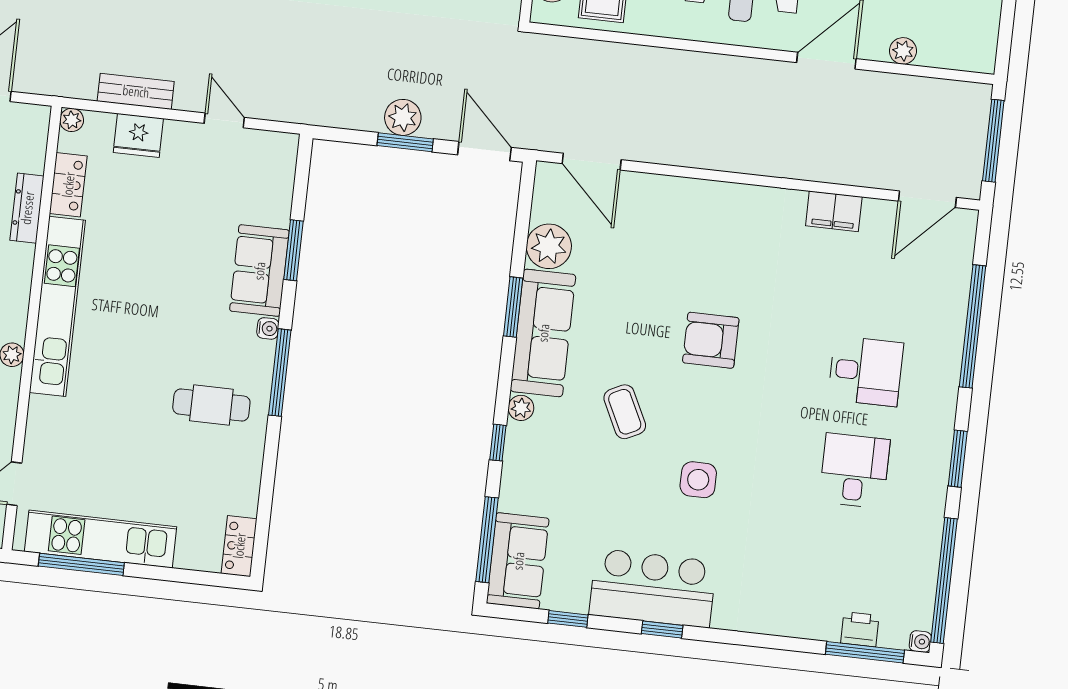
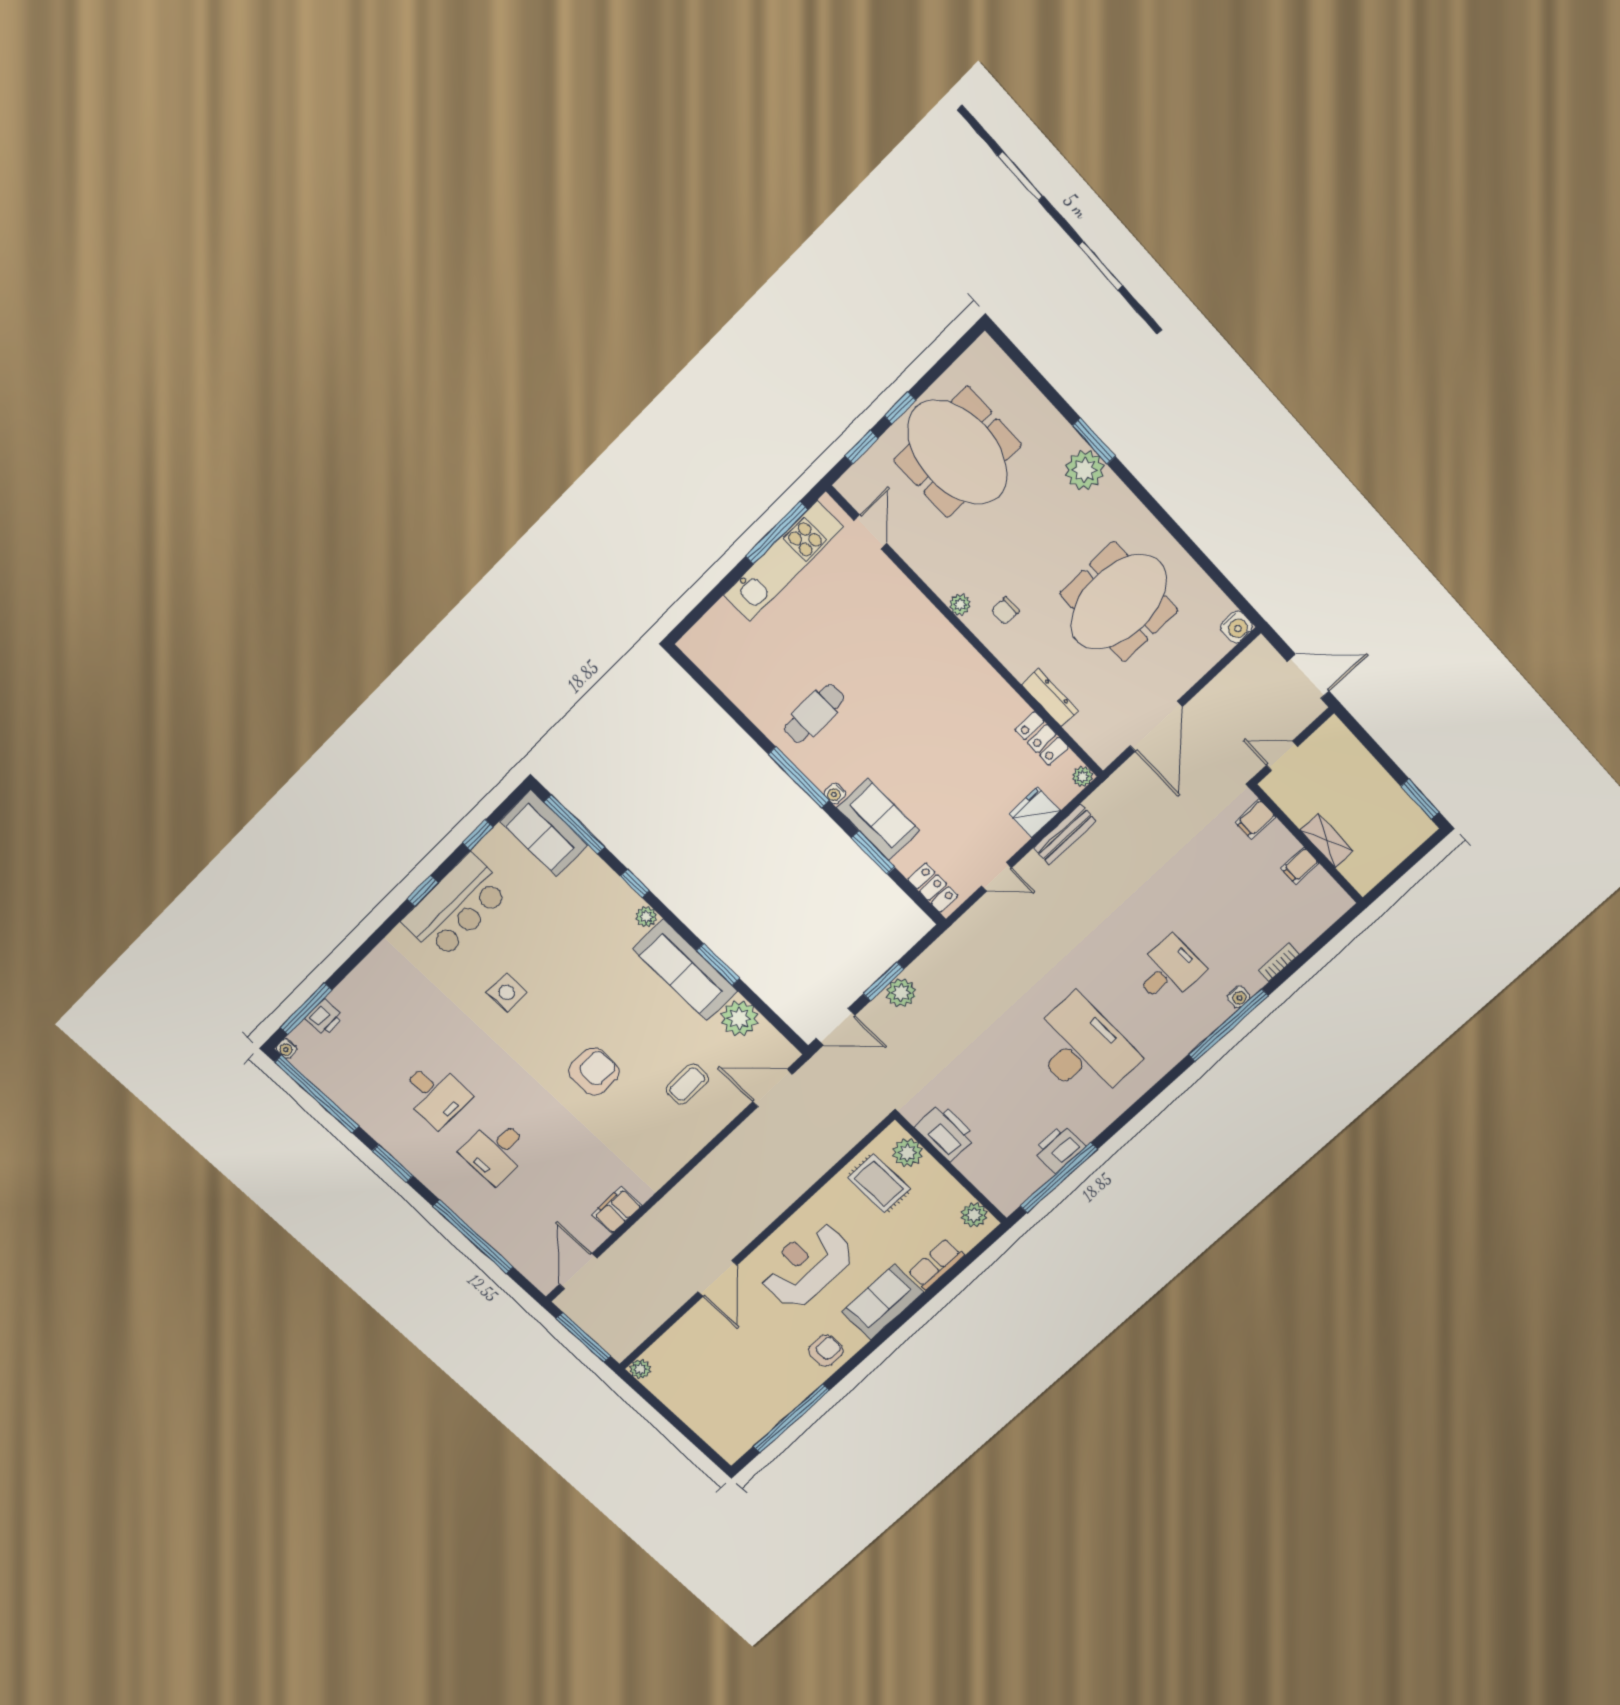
plant: (903, 51) -> (640, 1369), moved
kitchen unit: (57, 306) -> (967, 663), removed
coffee table: (625, 412) -> (687, 1084), moved, turned -64
locker: (239, 546) -> (933, 888), moved

